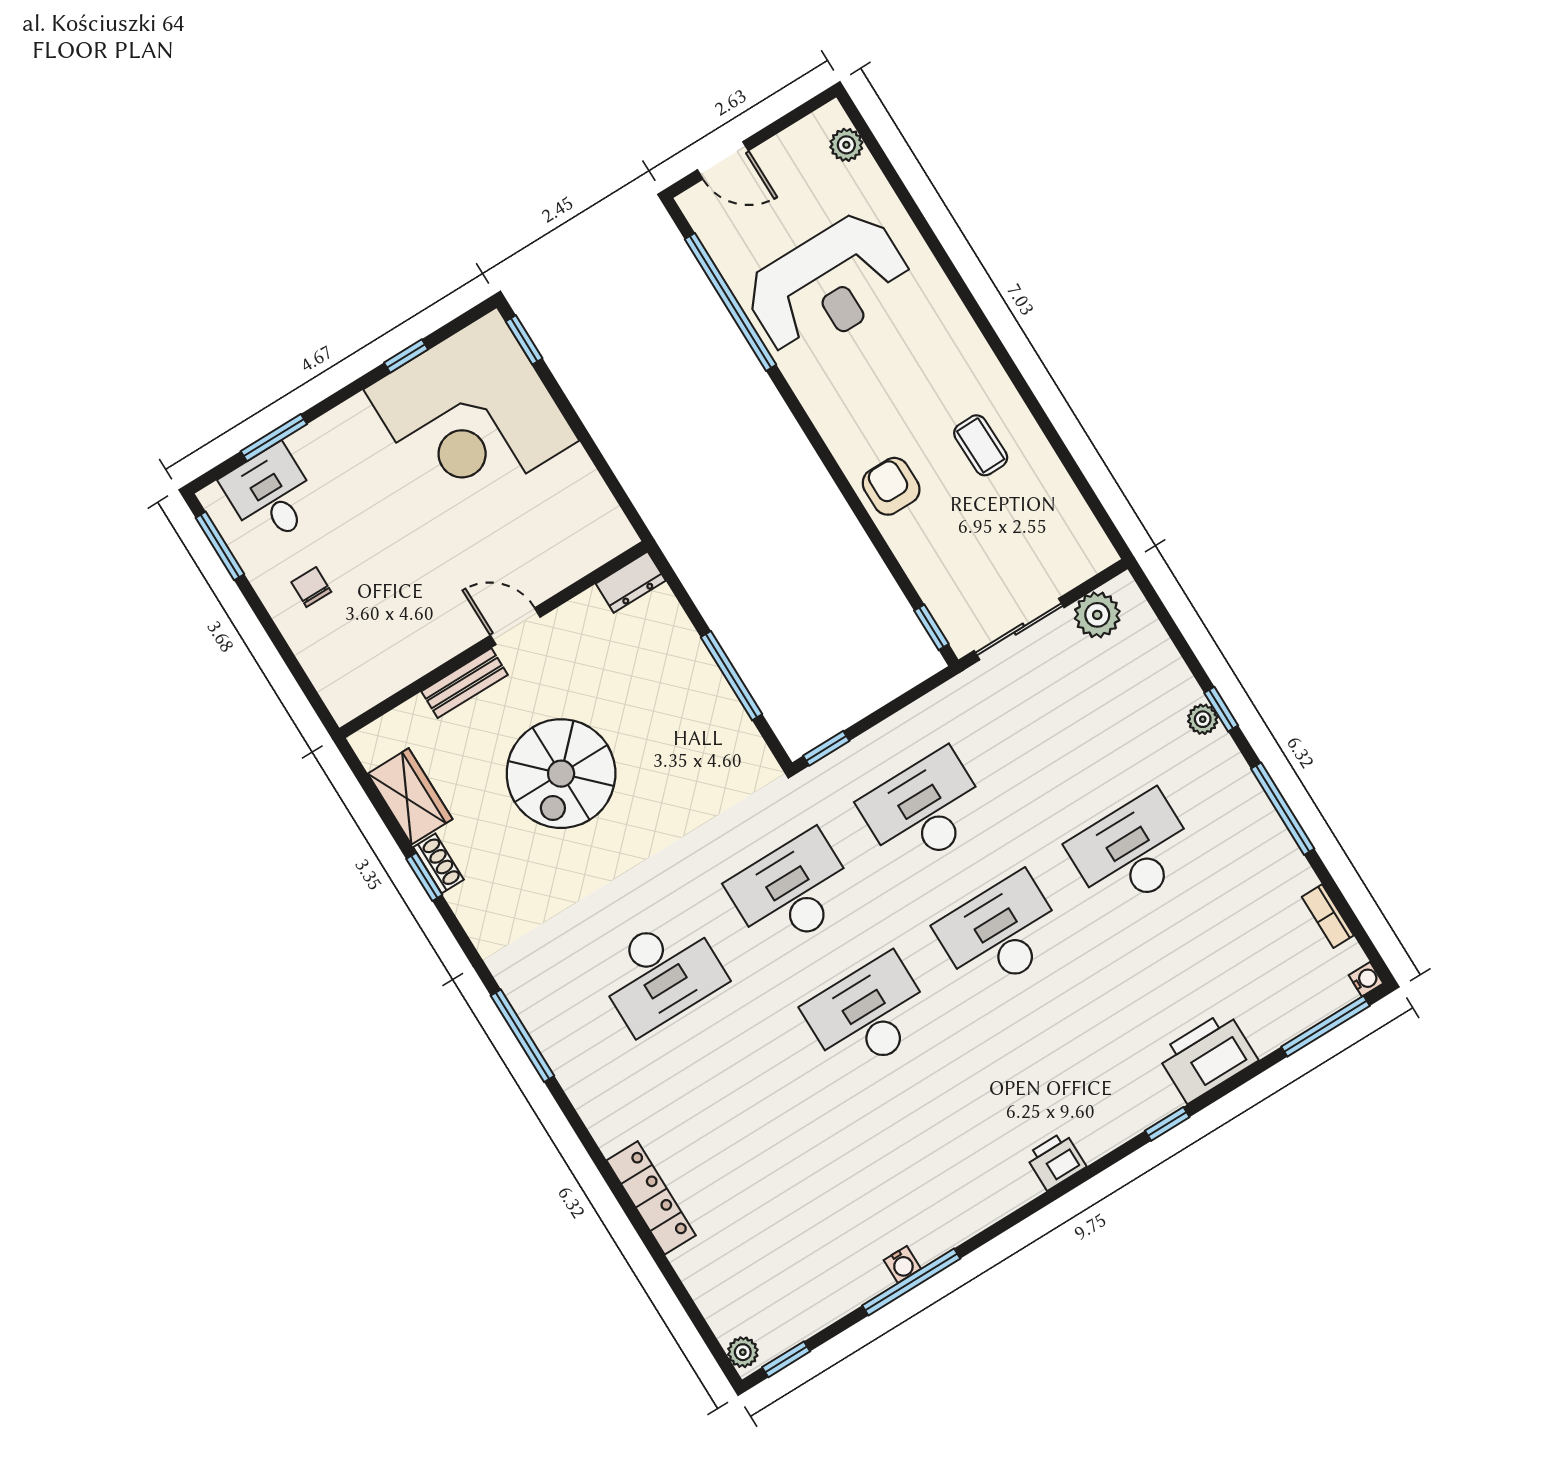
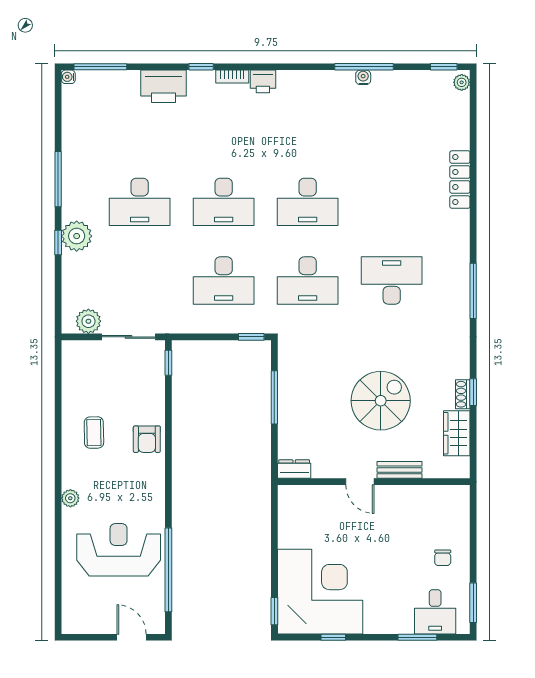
plant: (846, 145) -> (70, 498), moved
plant: (1203, 719) -> (77, 236), width x1.87, depth x1.87
bookcase: (1328, 916) -> (232, 77), moved, turned 90

